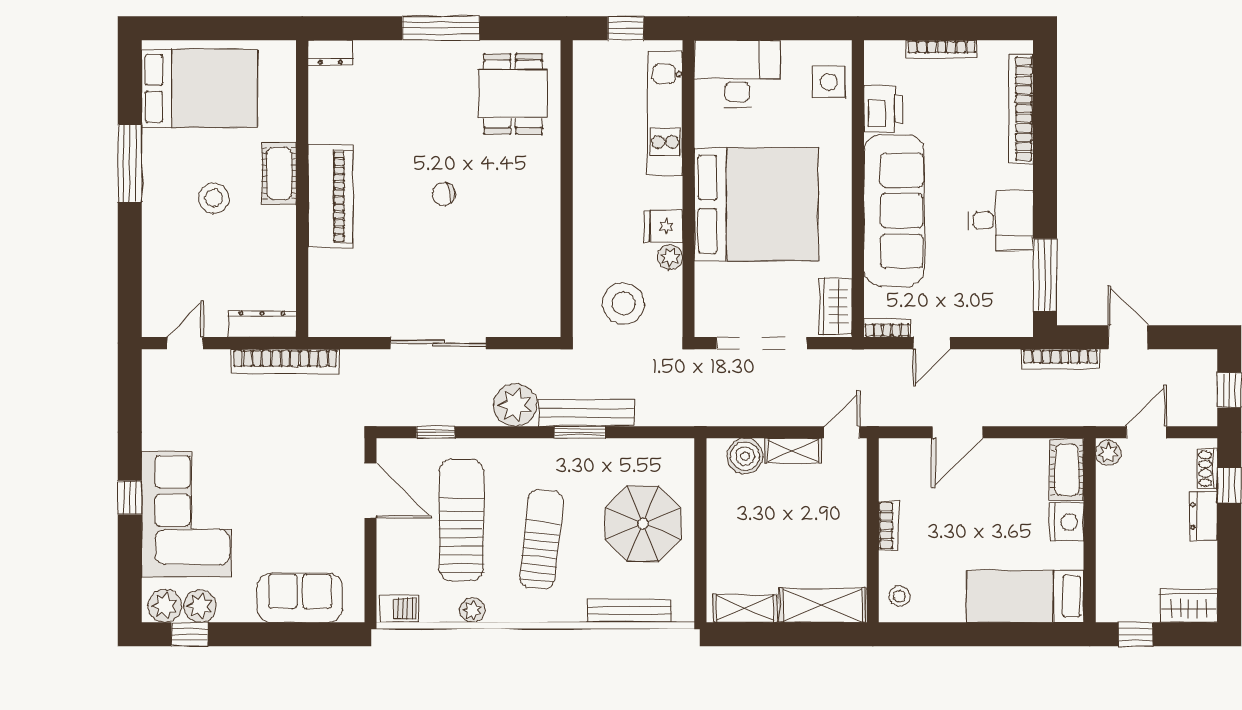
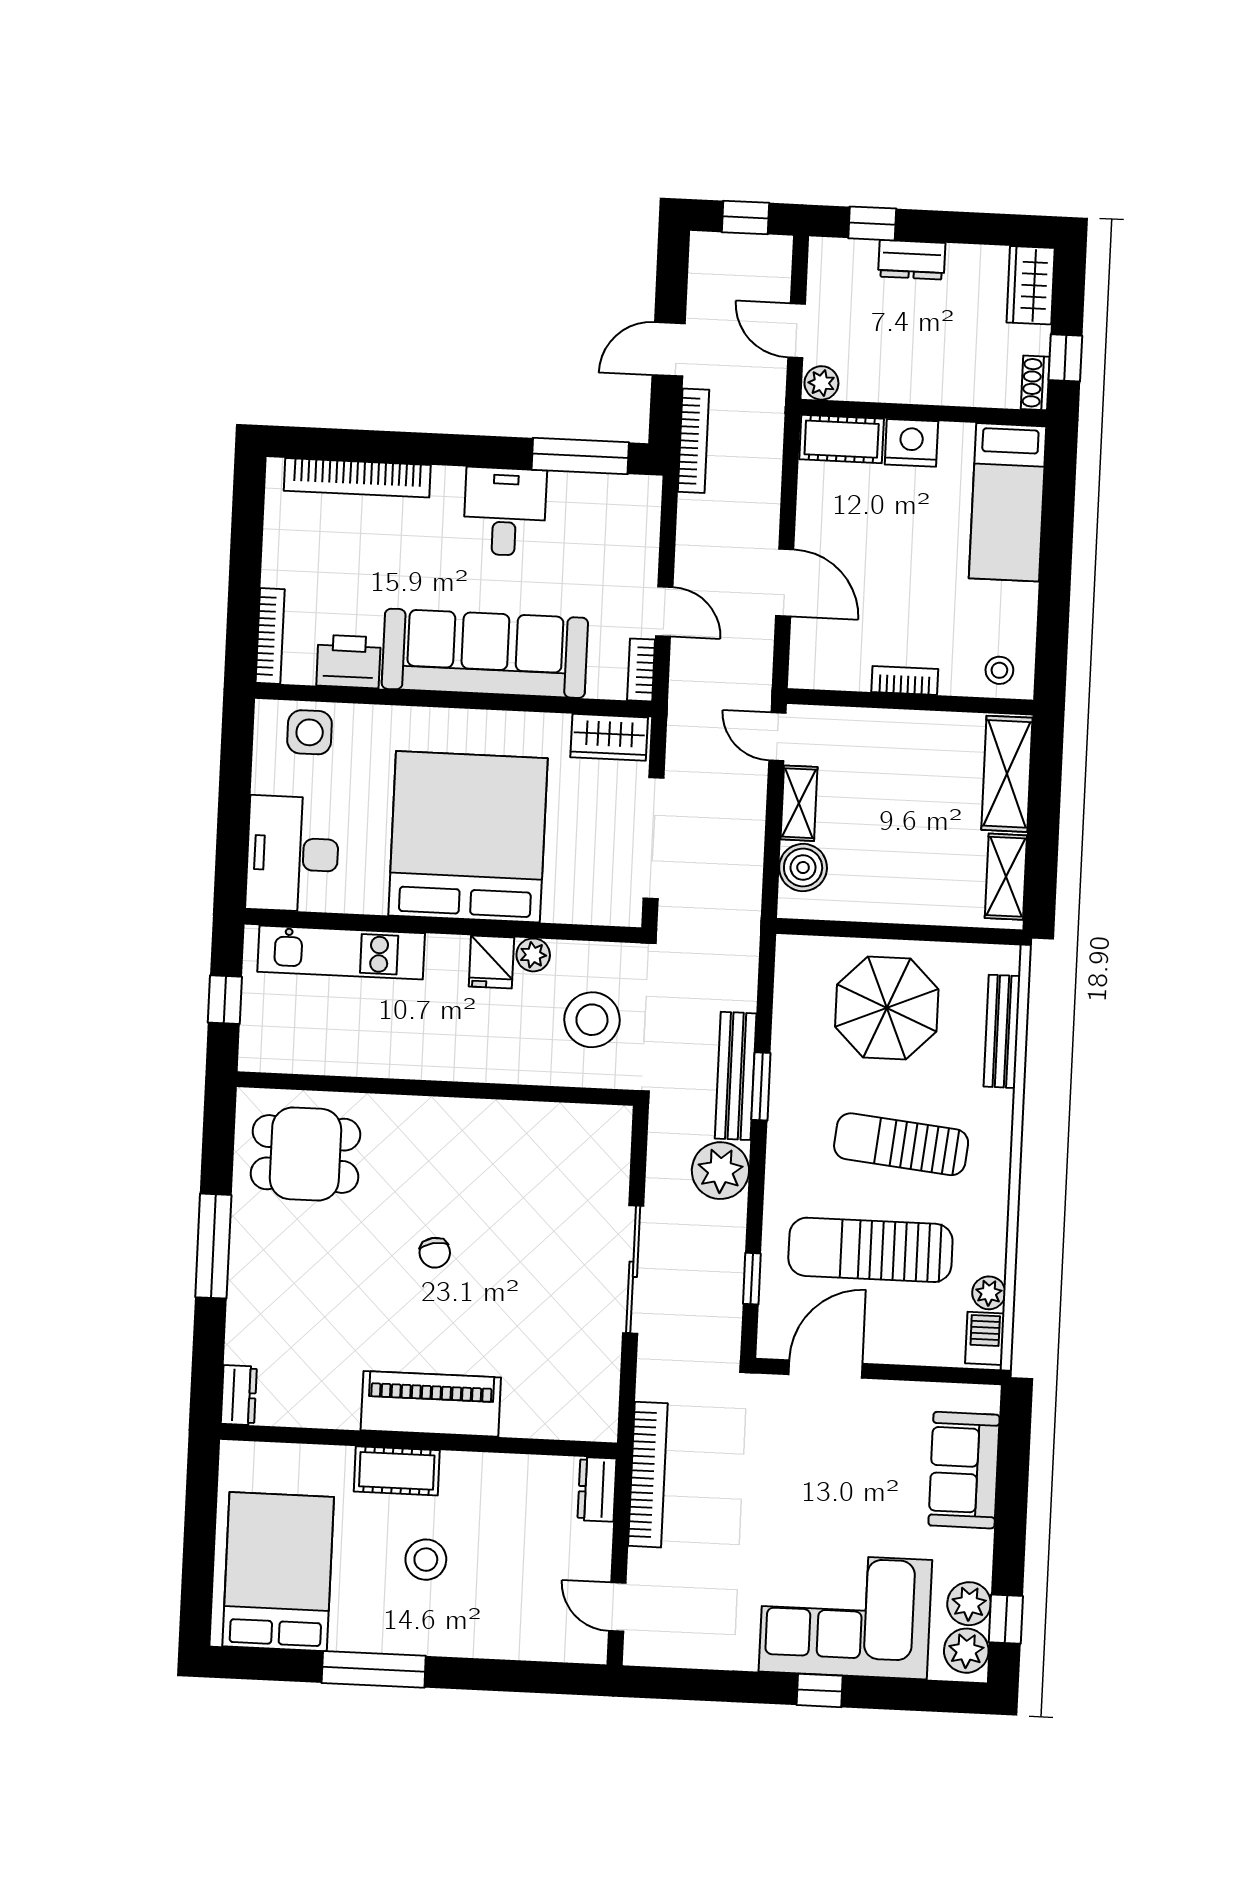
bookcase: (942, 49) -> (270, 636), moved
dresser: (262, 324) -> (597, 1489), width x0.70
shoe rack: (1208, 469) -> (1035, 383), moved, turned 90
plant: (472, 610) -> (989, 1293), moved

